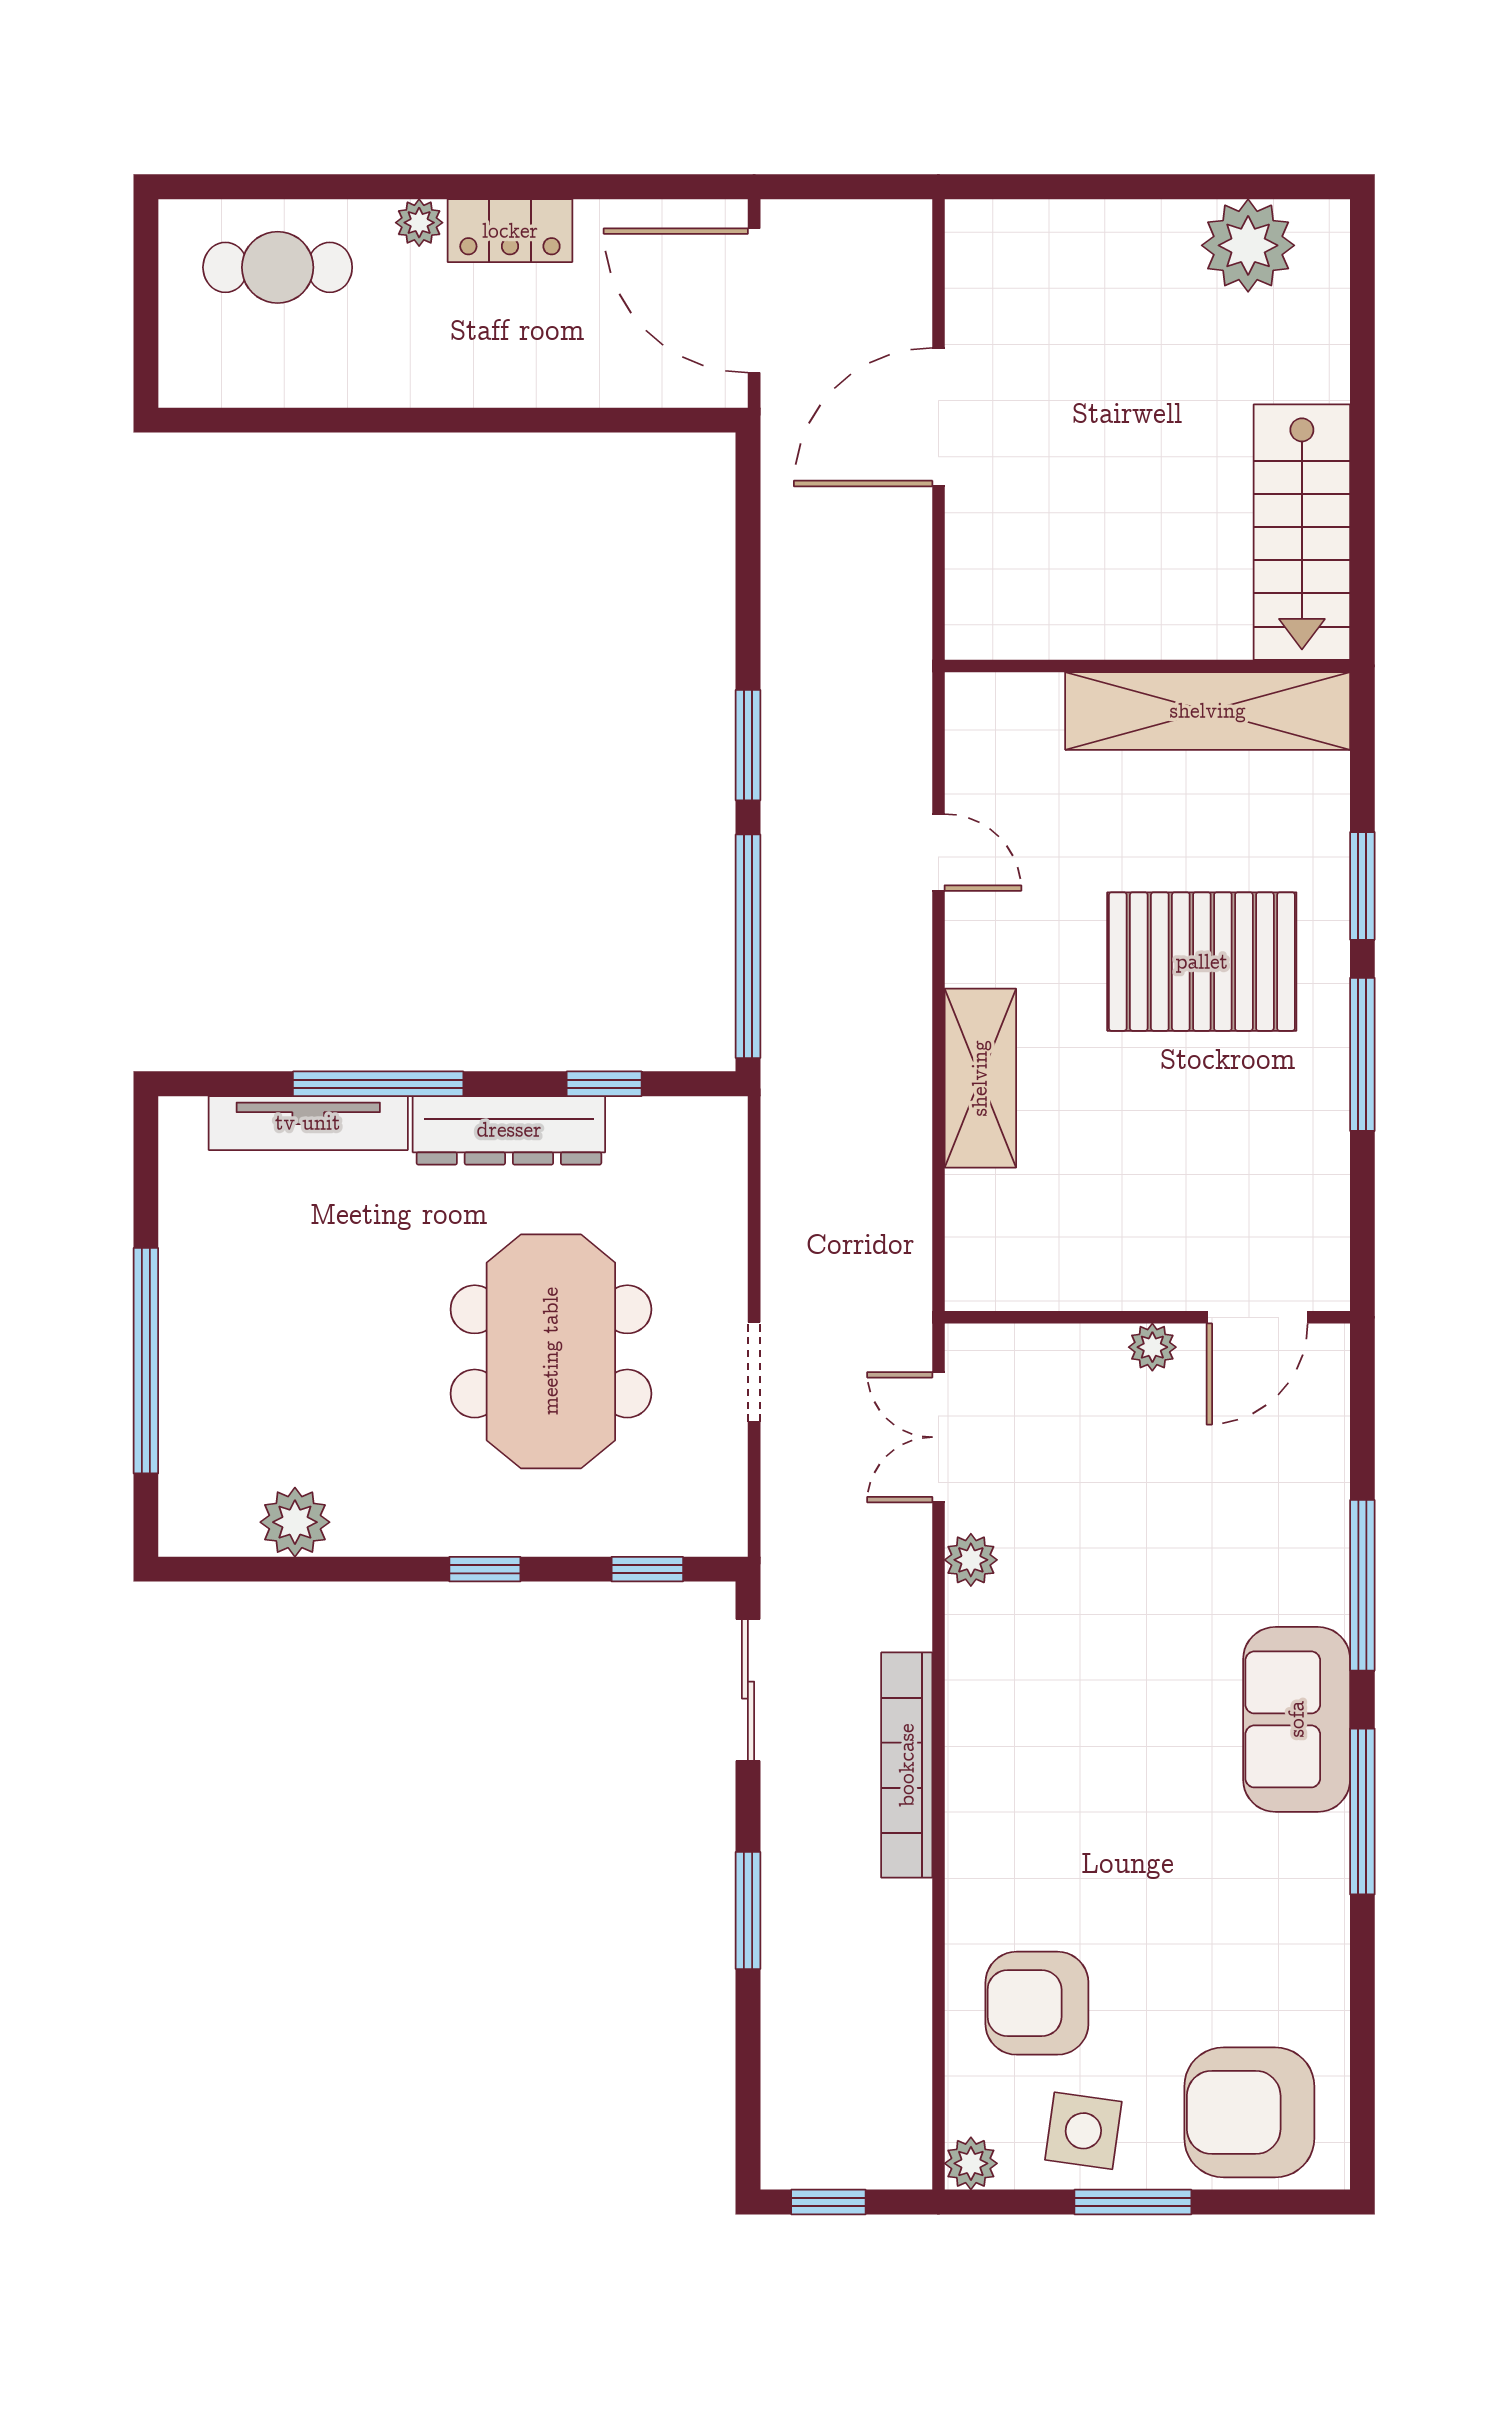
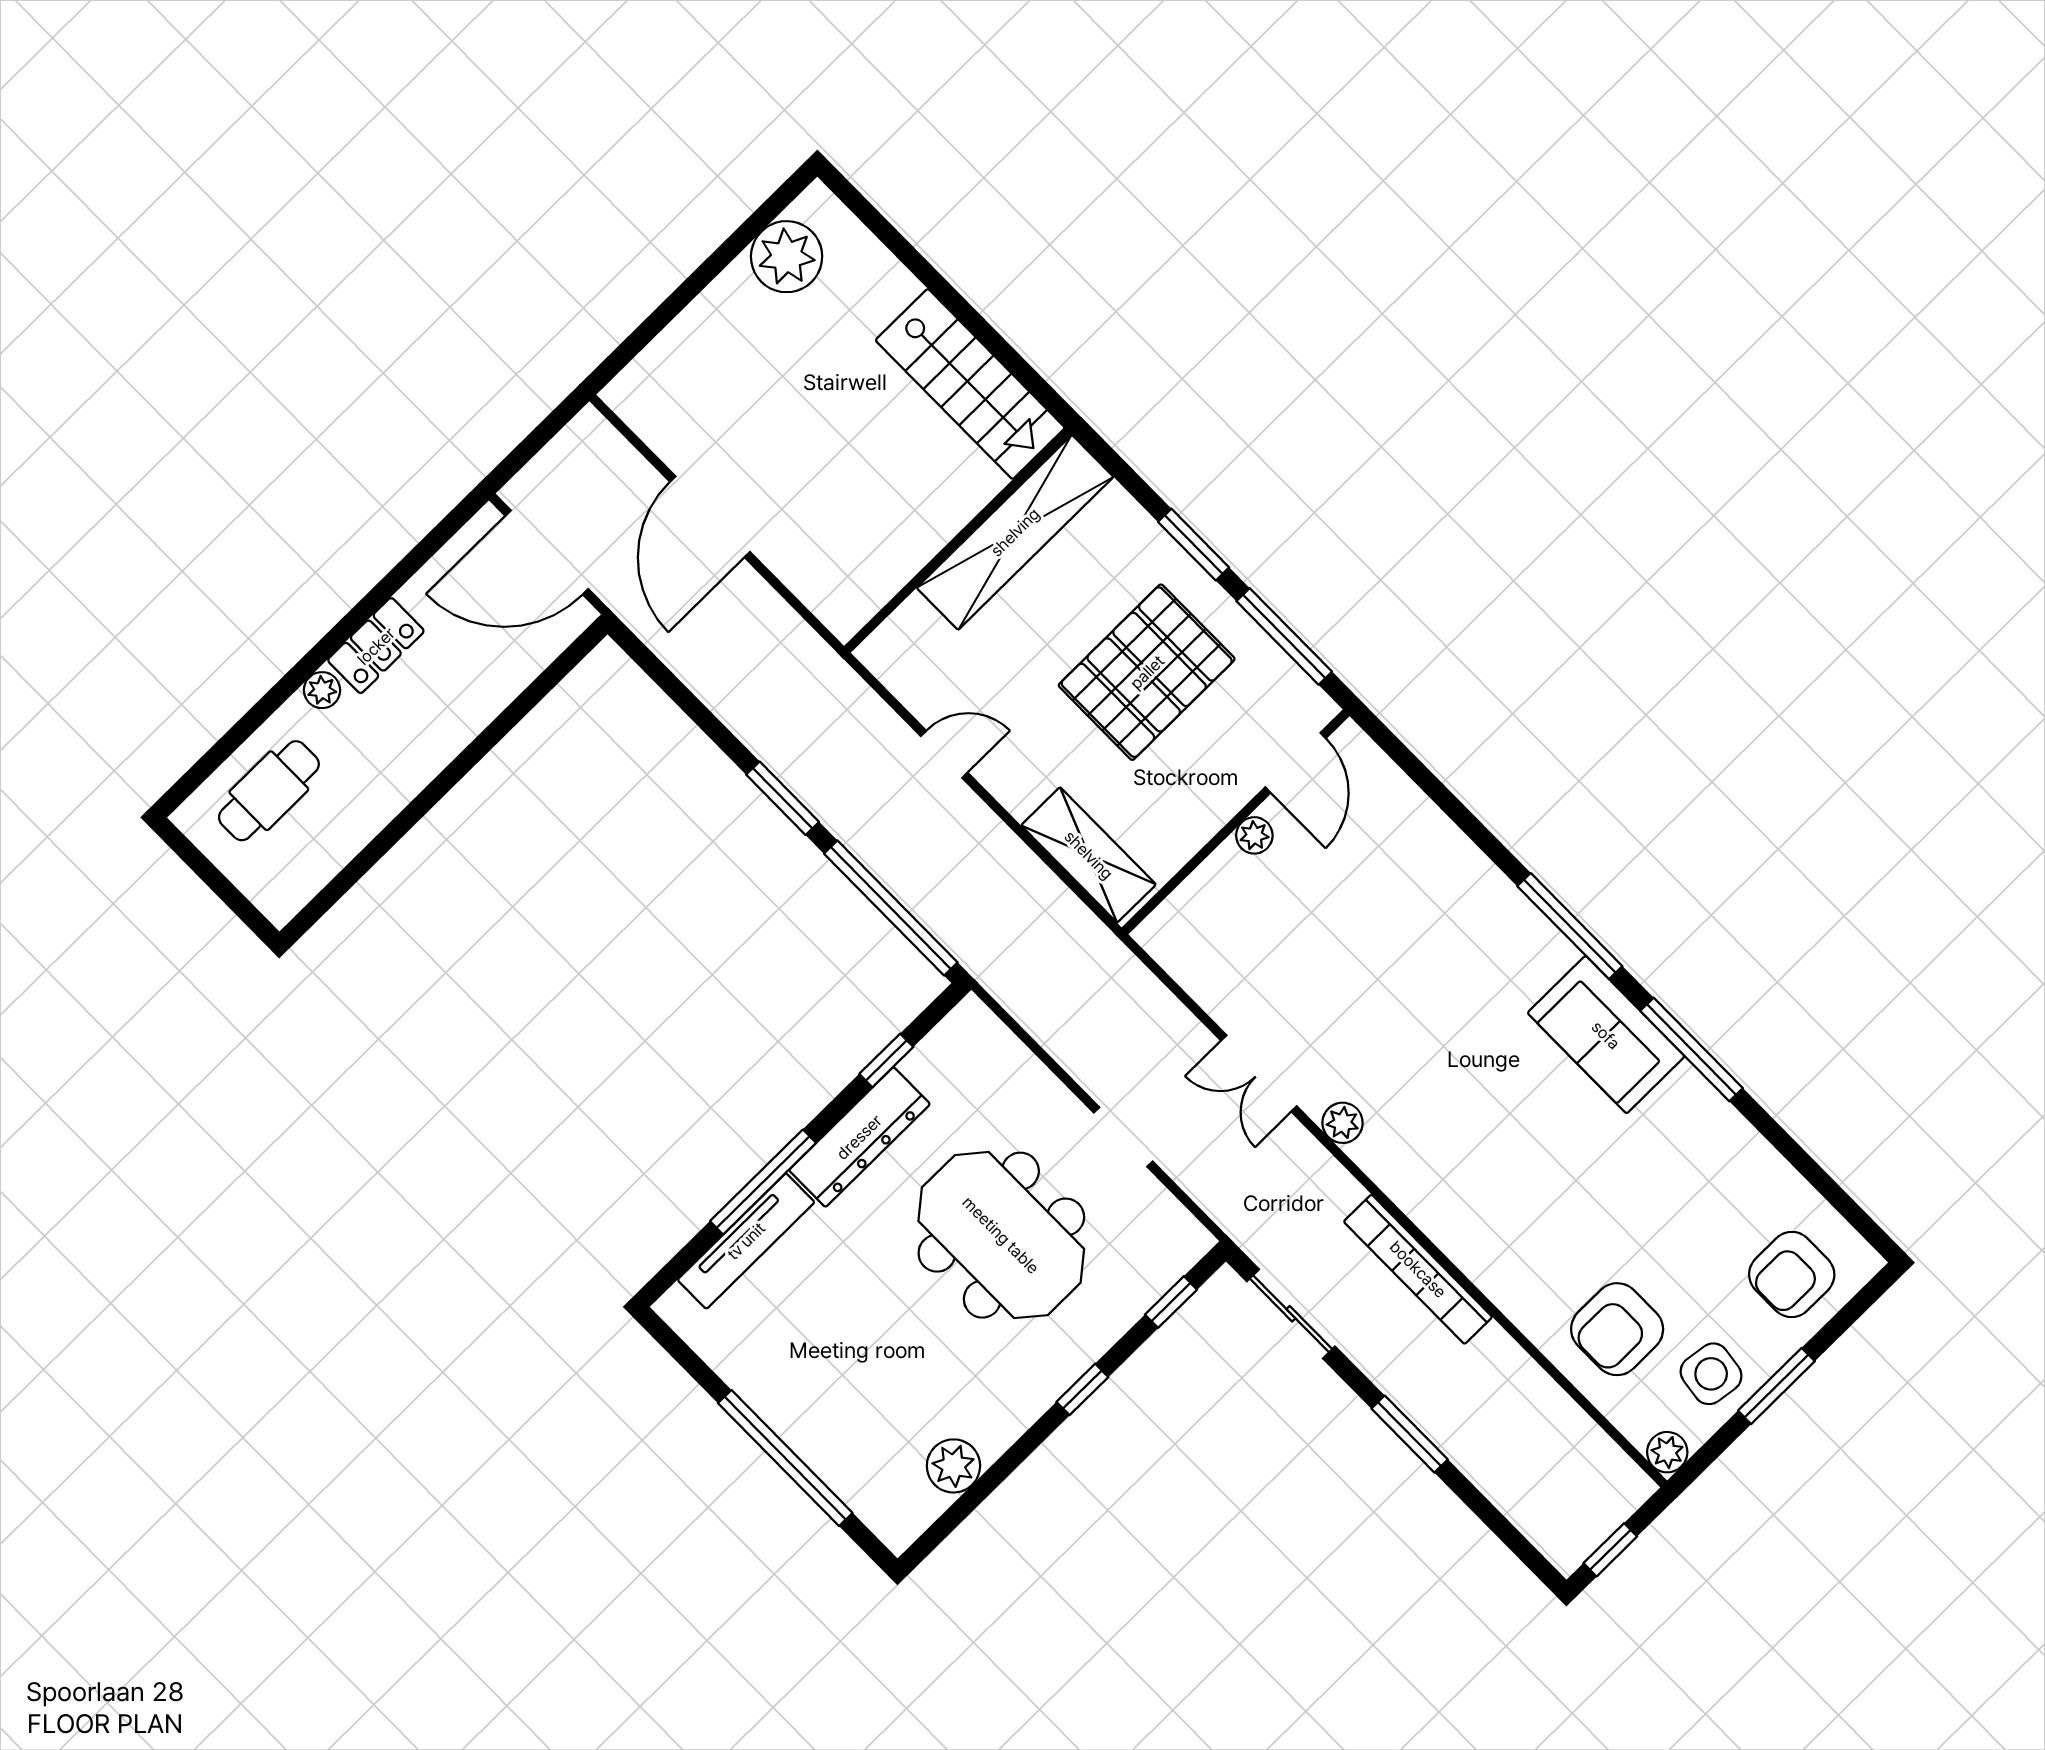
wall: (1147, 1317) -> (1236, 822), moved
door: (1257, 1317) -> (1295, 763), moved
plant: (1152, 1347) -> (1254, 835), moved
armchair: (1249, 2112) -> (1792, 1274), width x0.73, depth x0.73

